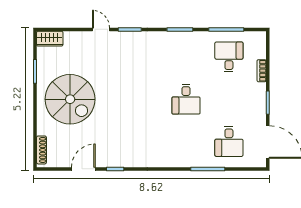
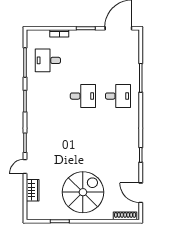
wardrobe: (50, 39) -> (33, 190), moved
desk: (229, 141) -> (118, 96), moved
door: (83, 169) -> (141, 193), moved

